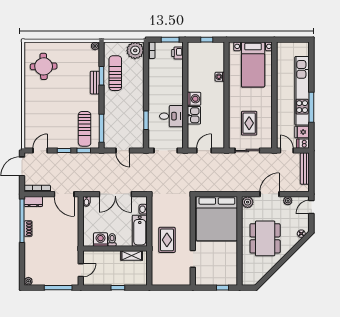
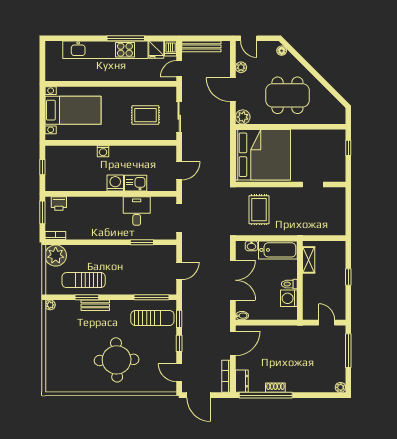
round table: (44, 66) -> (117, 360), moved, width x1.36, depth x1.36
washing machine: (220, 77) -> (103, 151), moved
door: (204, 151) -> (179, 171), swing flipped
rug: (167, 240) -> (259, 210), moved, turned 90

